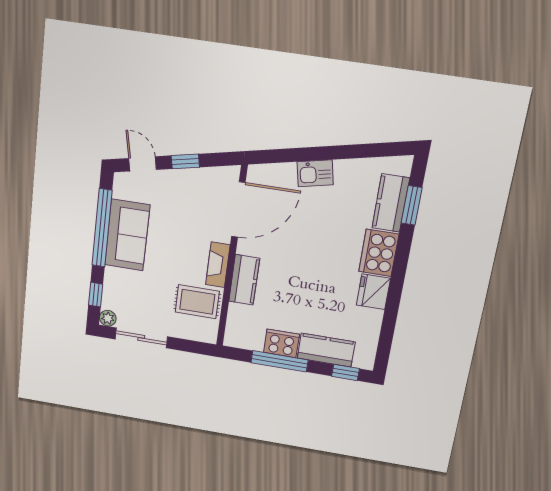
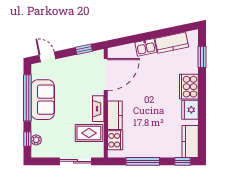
window: (185, 161) -> (84, 49), moved
kitchen counter: (391, 203) -> (172, 43), moved, turned -102
plant: (108, 318) -> (36, 140), moved
sliding door: (141, 338) -> (76, 161), moved
cooker: (281, 343) -> (115, 140), moved, turned 90
kitchen counter: (326, 350) -> (190, 141), moved, turned -90

